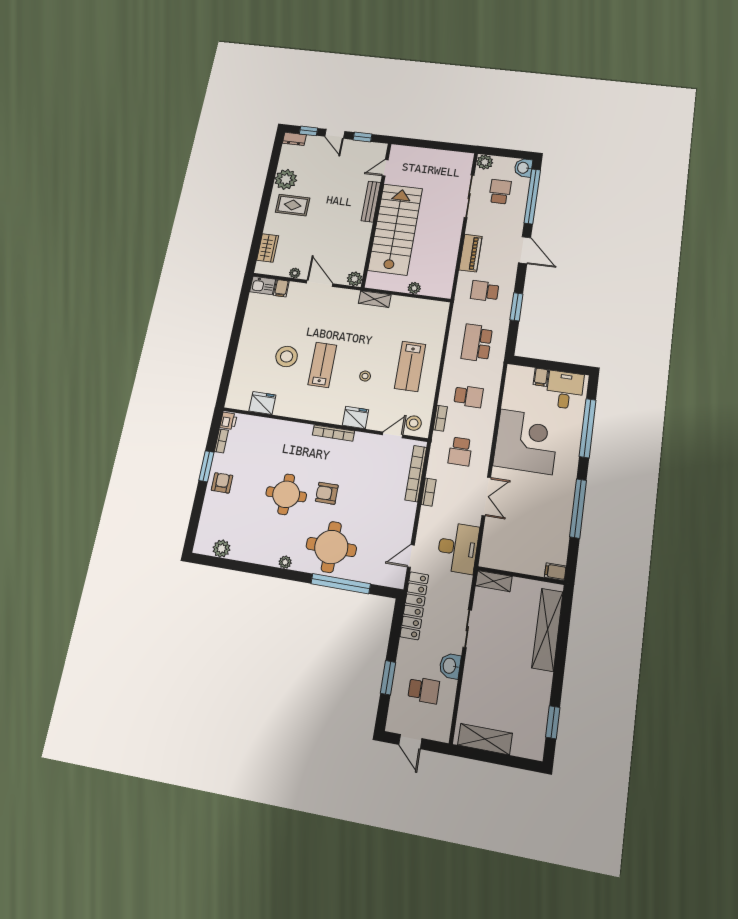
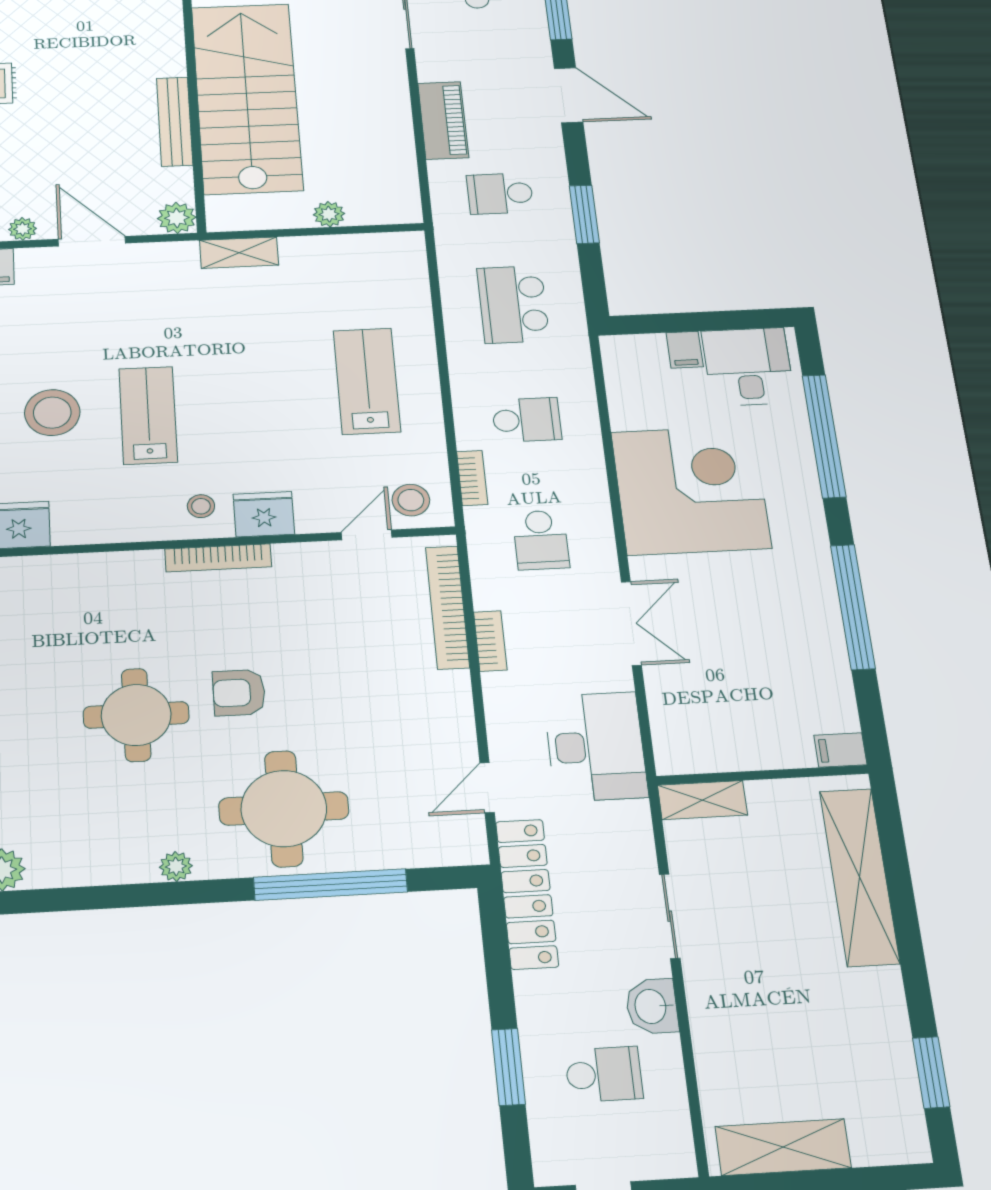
bench: (371, 202) -> (175, 121), moved
lab bench: (410, 366) -> (367, 381), turned 180
stool: (365, 376) -> (201, 506), moved

